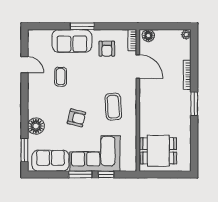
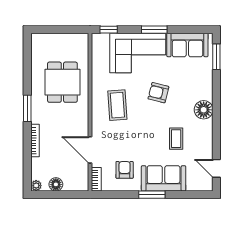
floor lamp: (148, 36) -> (56, 184), moved
door: (24, 65) -> (216, 168), moved
floor lamp: (36, 126) -> (204, 110), moved
dining table: (158, 151) -> (62, 82), moved, turned 90
window: (106, 174) -> (109, 30), moved

